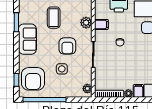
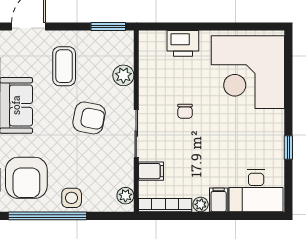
filing cabinet: (101, 24) -> (151, 171), moved
armchair: (67, 46) -> (89, 118), turned -79
side table: (62, 69) -> (72, 198), moved

